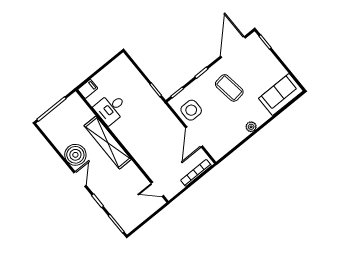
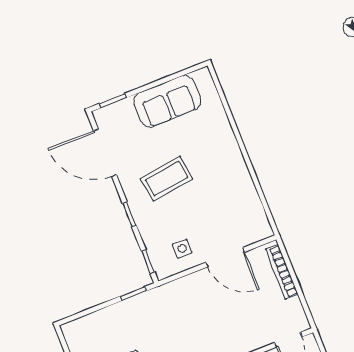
sofa: (281, 95) -> (167, 101), moved, turned -90
side table: (191, 110) -> (182, 249), width x0.54, depth x0.54
plant: (251, 127) -> (237, 164), removed

